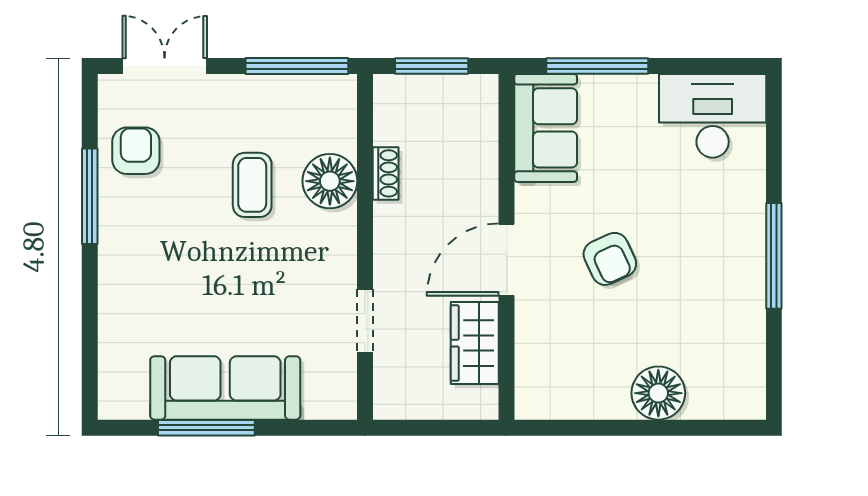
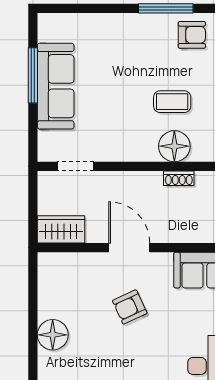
doorway: (365, 321) -> (76, 166), moved
wardrobe: (475, 343) -> (61, 229), moved

